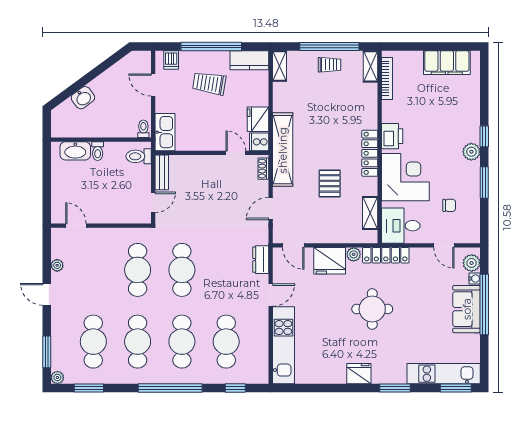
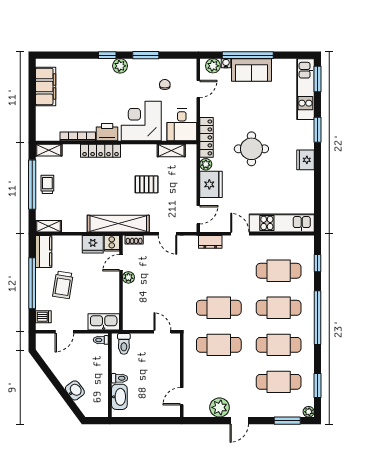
bookcase: (387, 78) -> (78, 136), moved
locker: (370, 153) -> (101, 151), moved
plant: (218, 162) -> (128, 277), added
bench: (162, 172) -> (137, 325), removed
plant: (57, 265) -> (219, 407), width x1.87, depth x1.87

